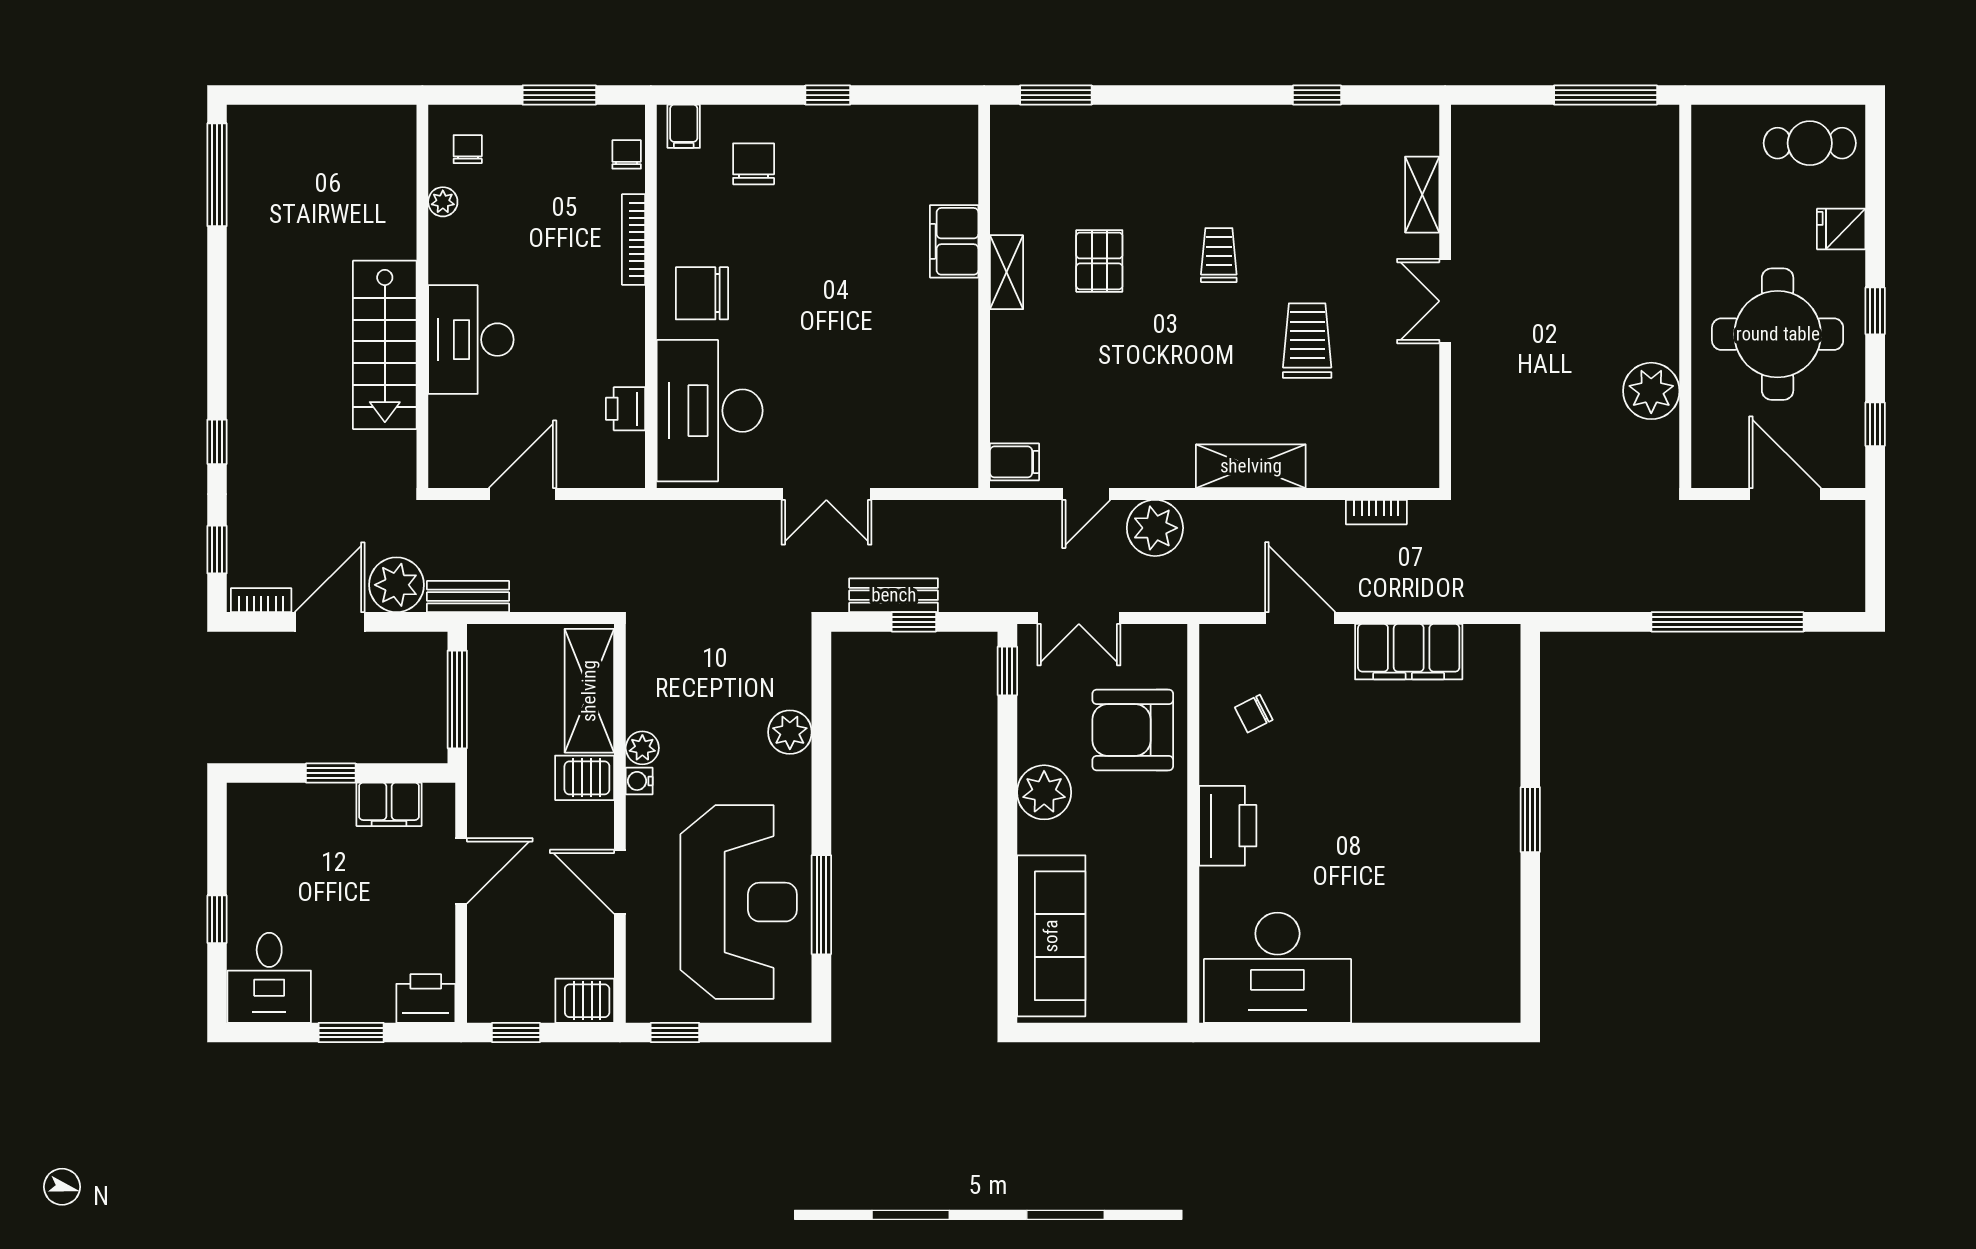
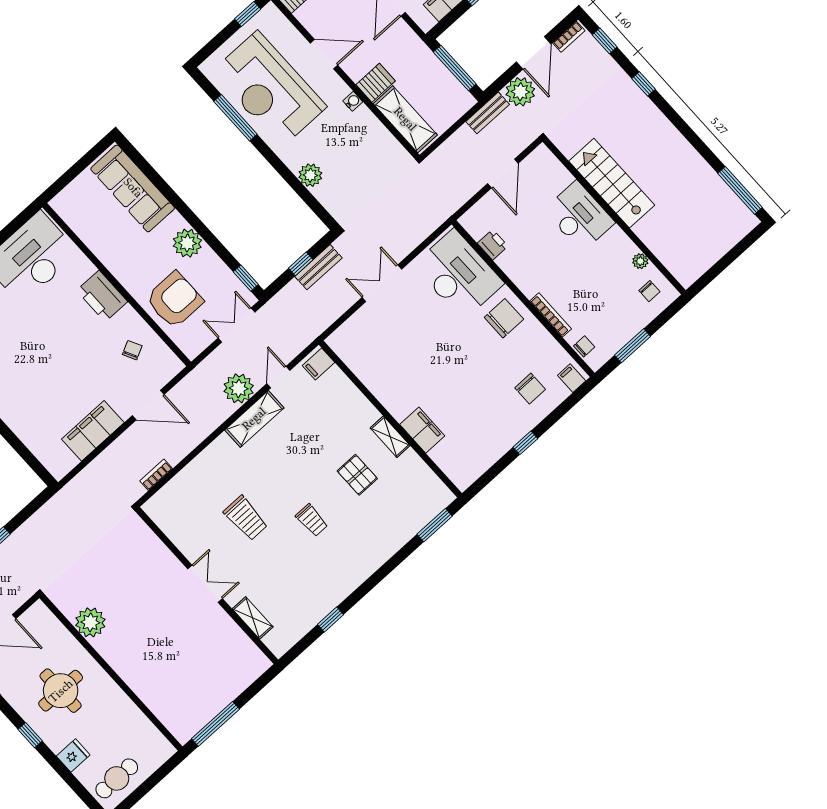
chair: (627, 154) -> (584, 346), turned -90
round table: (1778, 334) -> (61, 691), width x0.73, depth x0.73
shelving: (1251, 466) -> (254, 419), moved
plant: (642, 748) -> (363, 116), removed

